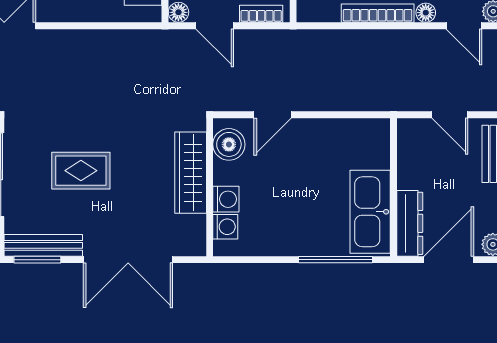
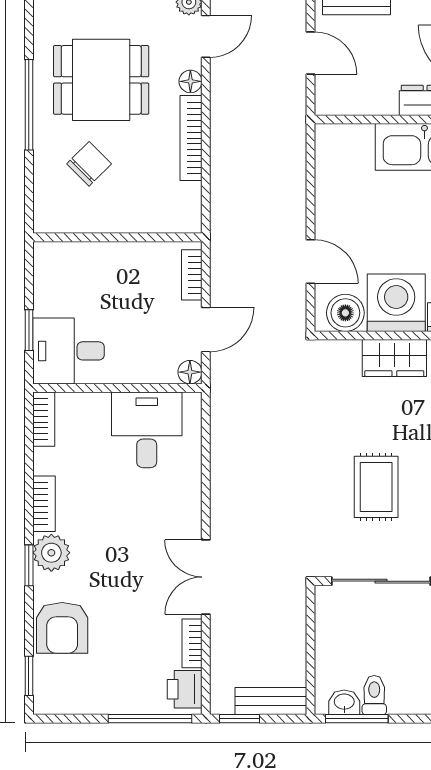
door: (450, 115) -> (311, 53), hinge flipped
wardrobe: (191, 173) -> (394, 358), width x0.67
washing machine: (226, 199) -> (396, 303), width x1.89, depth x1.89

